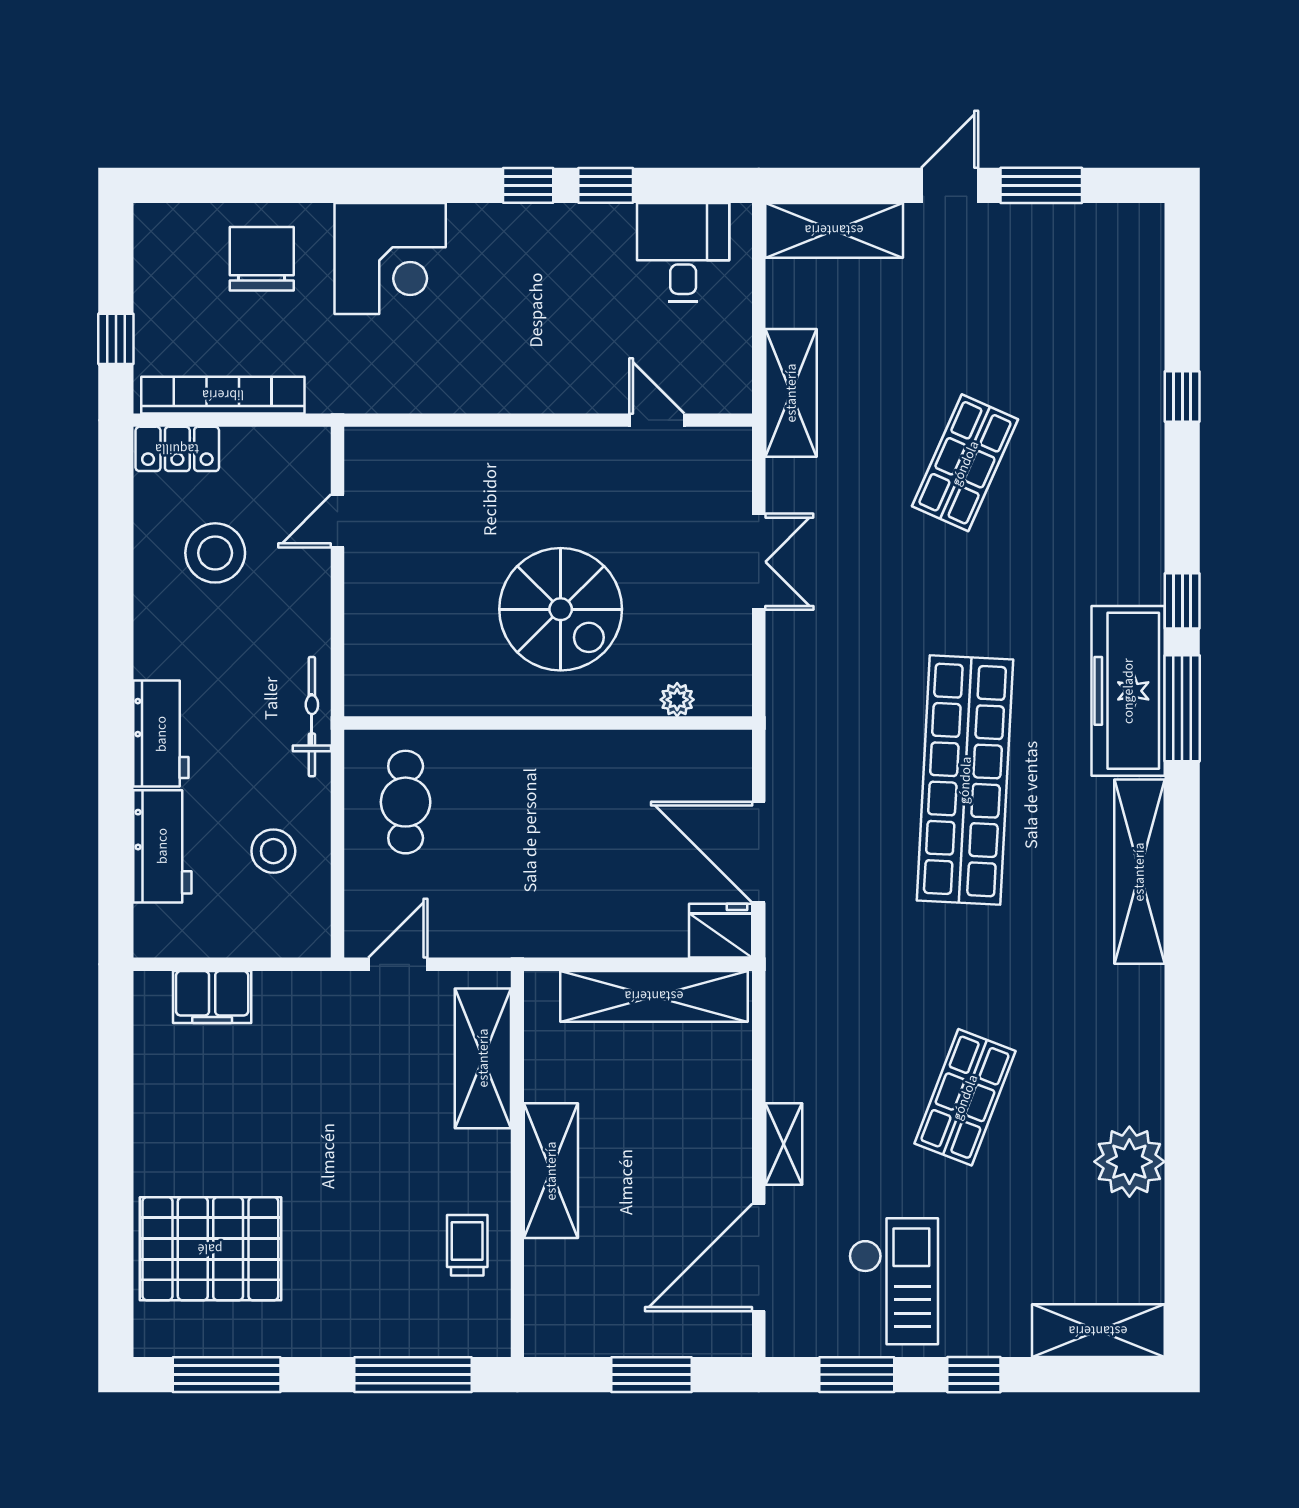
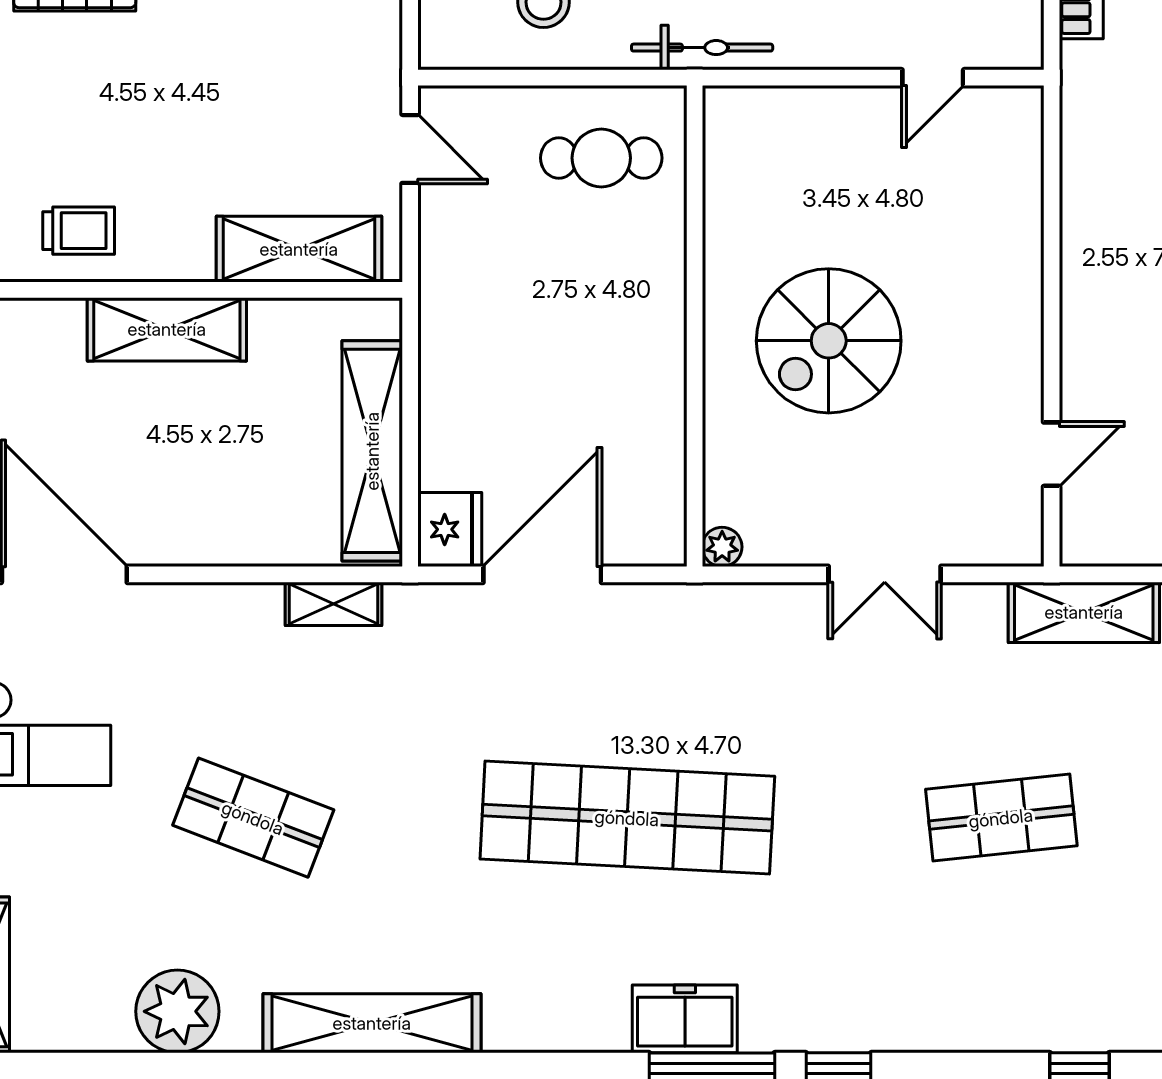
shop shelf: (965, 463) -> (1001, 818), turned -30
door: (337, 521) -> (933, 78), swing flipped
freezer: (1128, 691) -> (685, 1019), width x0.52, depth x0.79
plant: (677, 700) -> (722, 547), moved
shelving: (1139, 872) -> (372, 1023), moved
shelving: (784, 1144) -> (333, 604), moved

